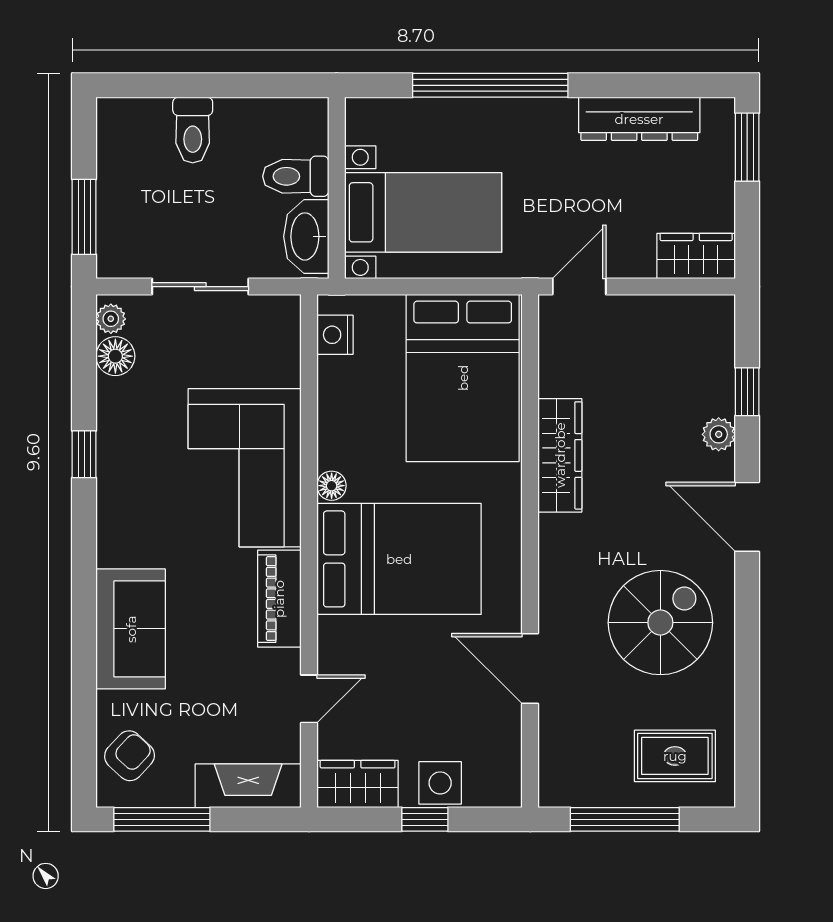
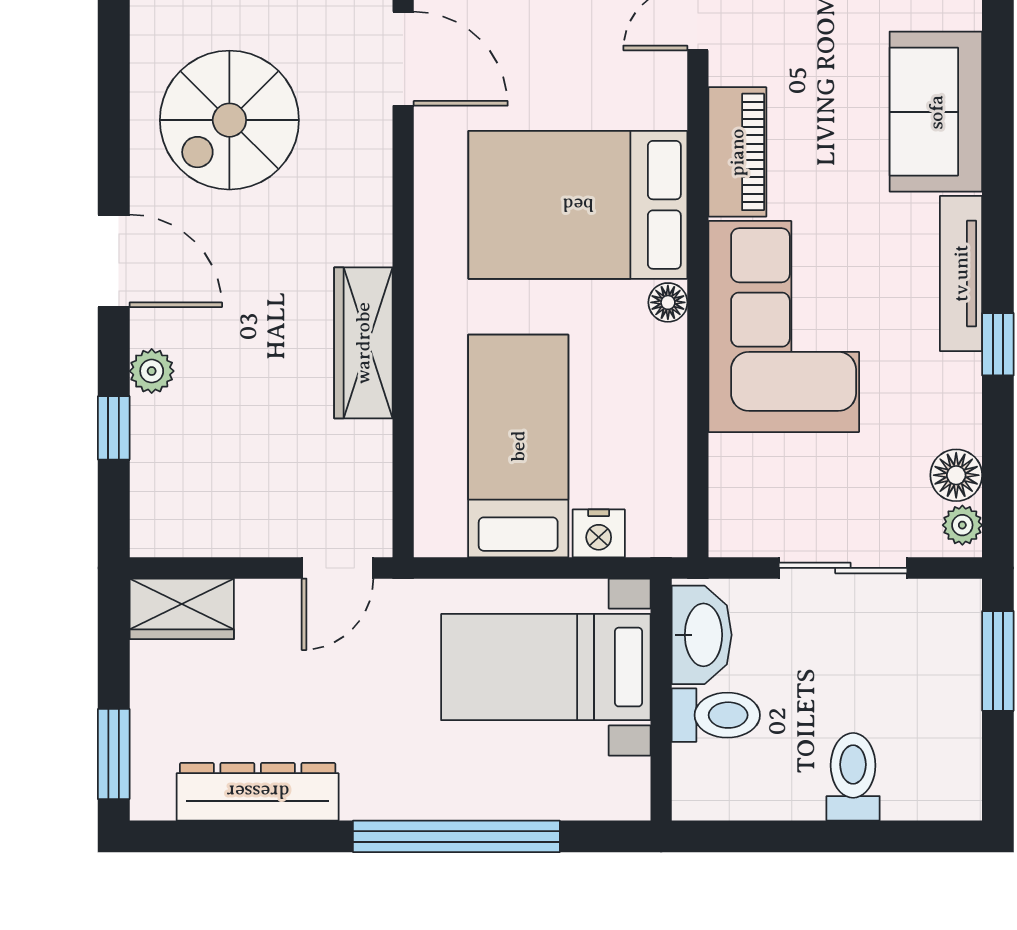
nightstand: (335, 335) -> (599, 533), moved, turned 90
bed: (463, 378) -> (518, 446), width x0.67
tv unit: (112, 507) -> (961, 273), added

